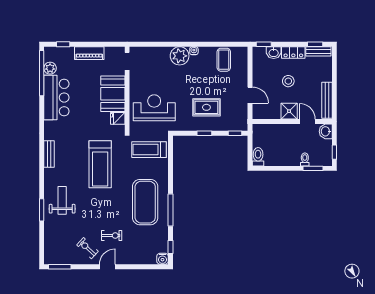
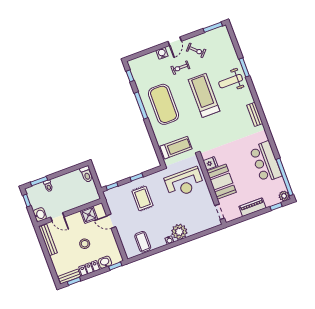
plant: (50, 68) -> (284, 196), moved
rug: (206, 107) -> (142, 198), turned 90
shower: (289, 111) -> (89, 215), moved
treadmill: (100, 164) -> (204, 95), moved
weight bench: (62, 200) -> (231, 81), turned 90
water cooler: (162, 259) -> (162, 53), moved

